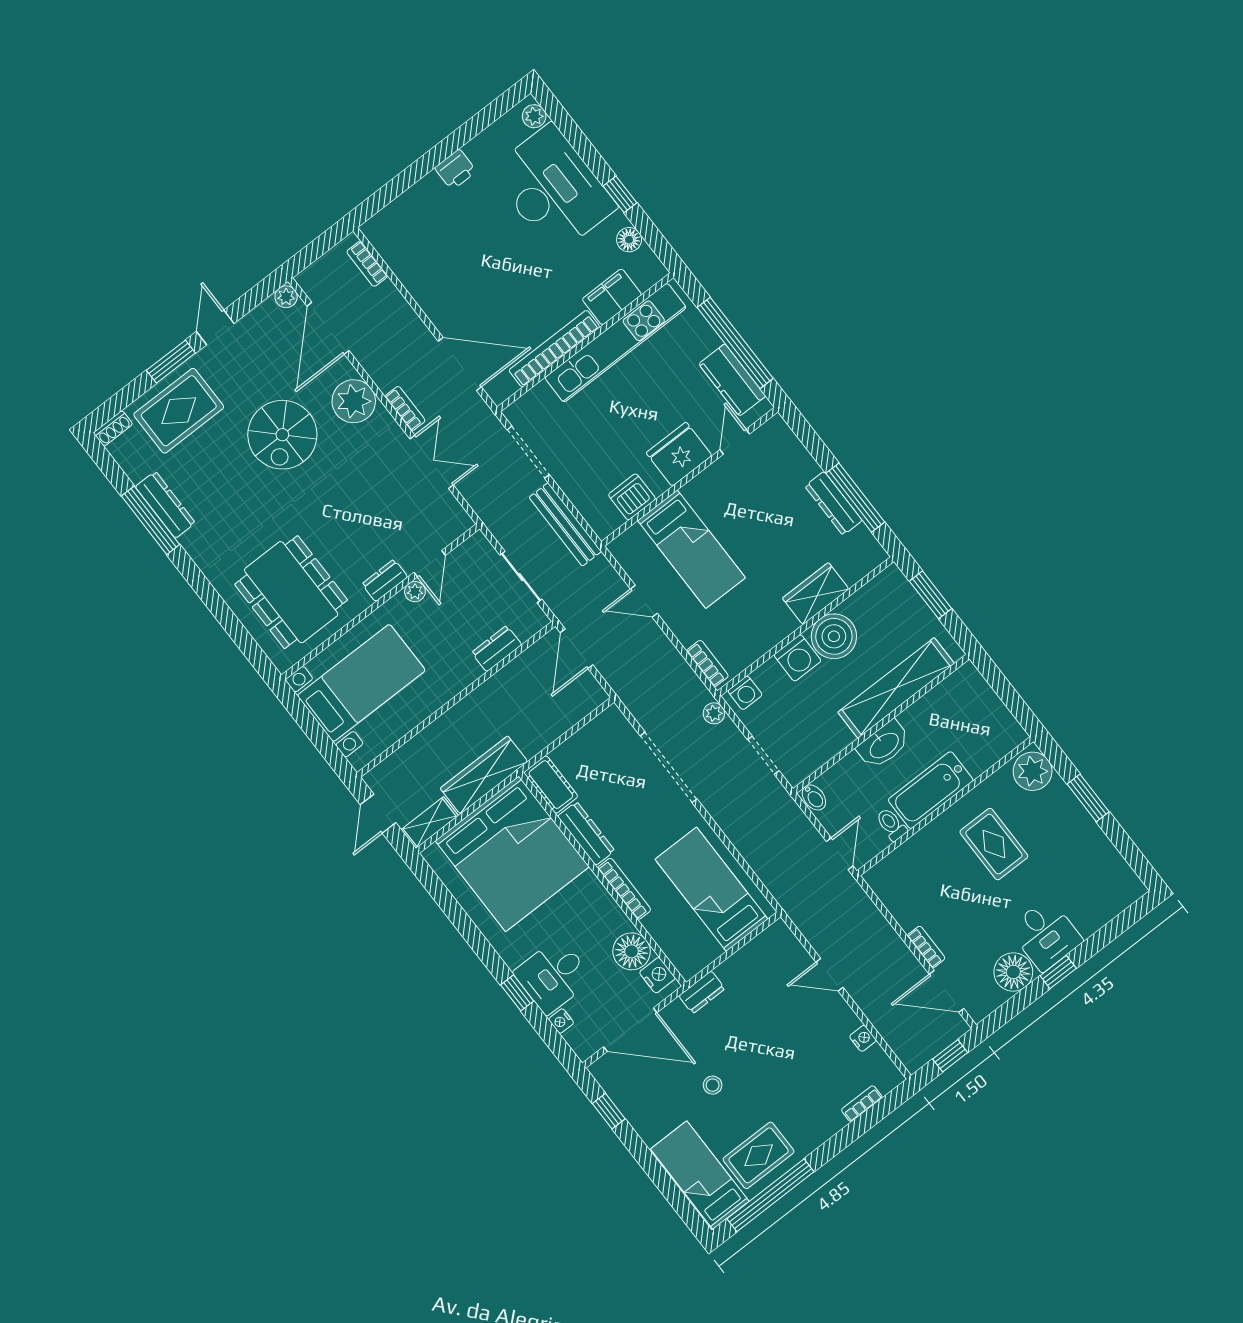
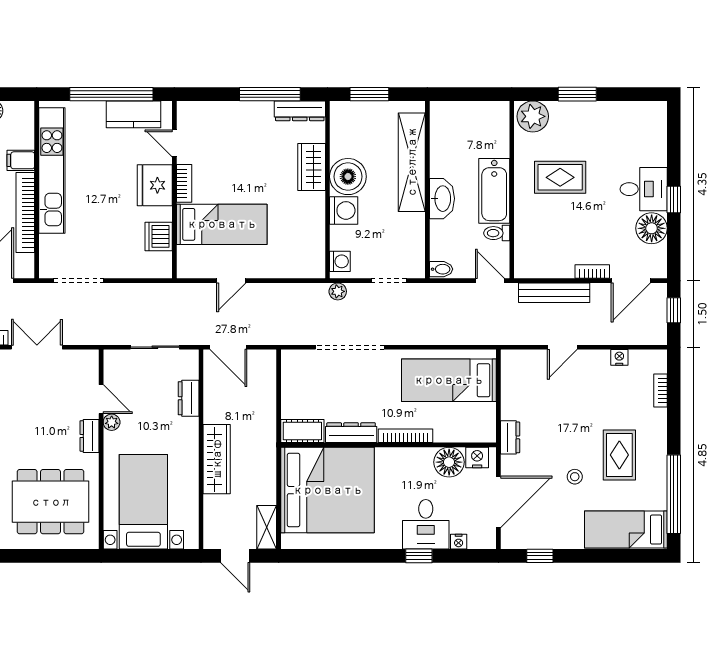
filing cabinet: (612, 297) -> (21, 160), width x0.50
dresser: (834, 503) -> (300, 111), moved
bench: (565, 524) -> (554, 293), moved
bookcase: (707, 663) -> (184, 183), moved, turned 90
wardrobe: (484, 775) -> (217, 459), moved, turned 180
rug: (759, 1155) -> (619, 455), moved

